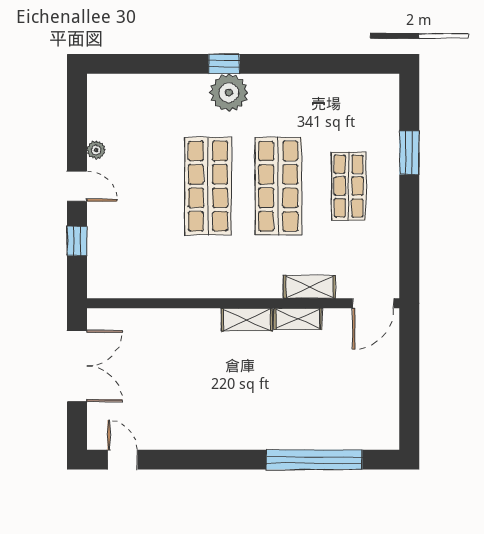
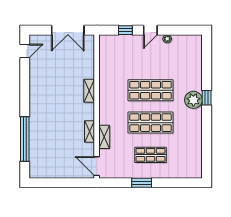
window: (409, 153) -> (142, 183), moved
shelving: (247, 320) -> (89, 91), moved

